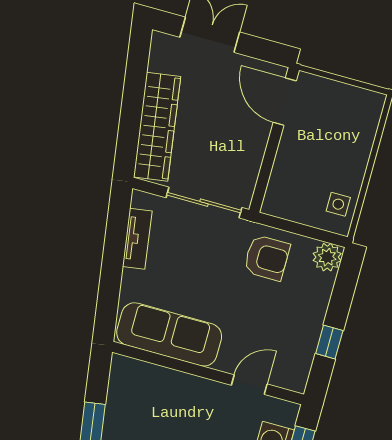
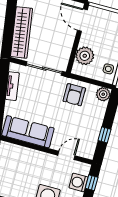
plant: (289, 176) -> (85, 56), added
armchair: (267, 258) -> (74, 95), turned 90

